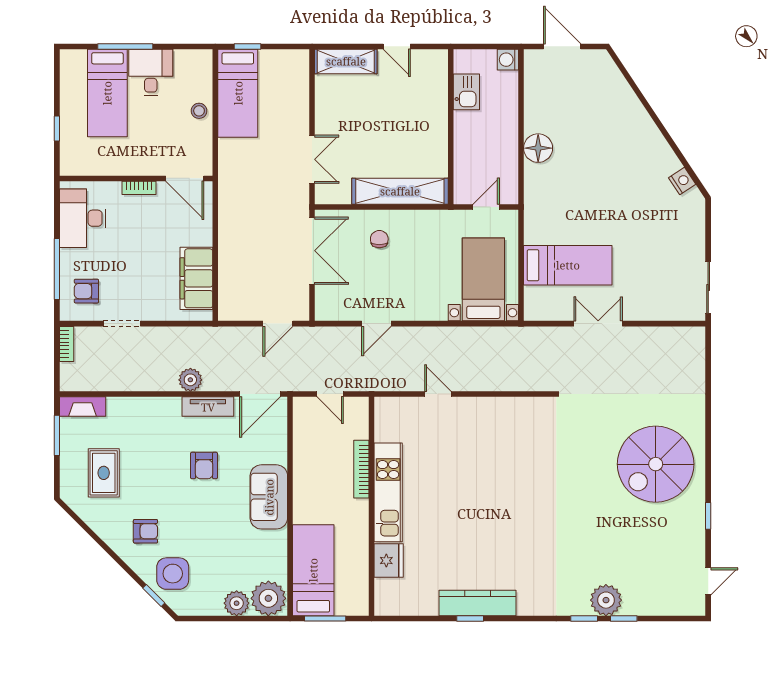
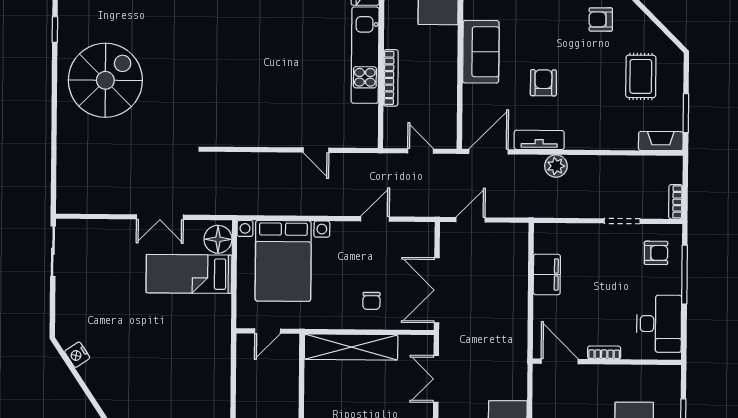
floor lamp: (538, 148) -> (218, 239), moved
filing cabinet: (196, 278) -> (547, 274), width x0.67, depth x0.86
bed with nightstands: (483, 279) -> (283, 261), width x1.36

